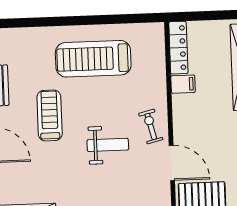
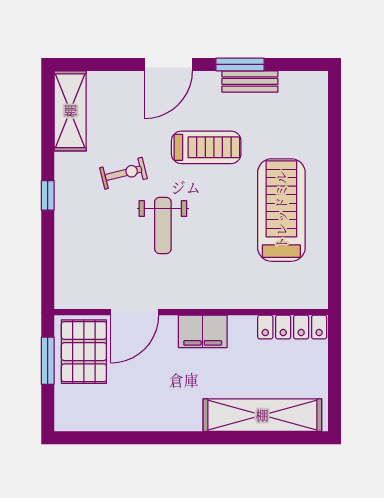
filing cabinet: (183, 84) -> (203, 331), moved, width x2.00
exercise bike: (151, 126) -> (124, 173), moved

